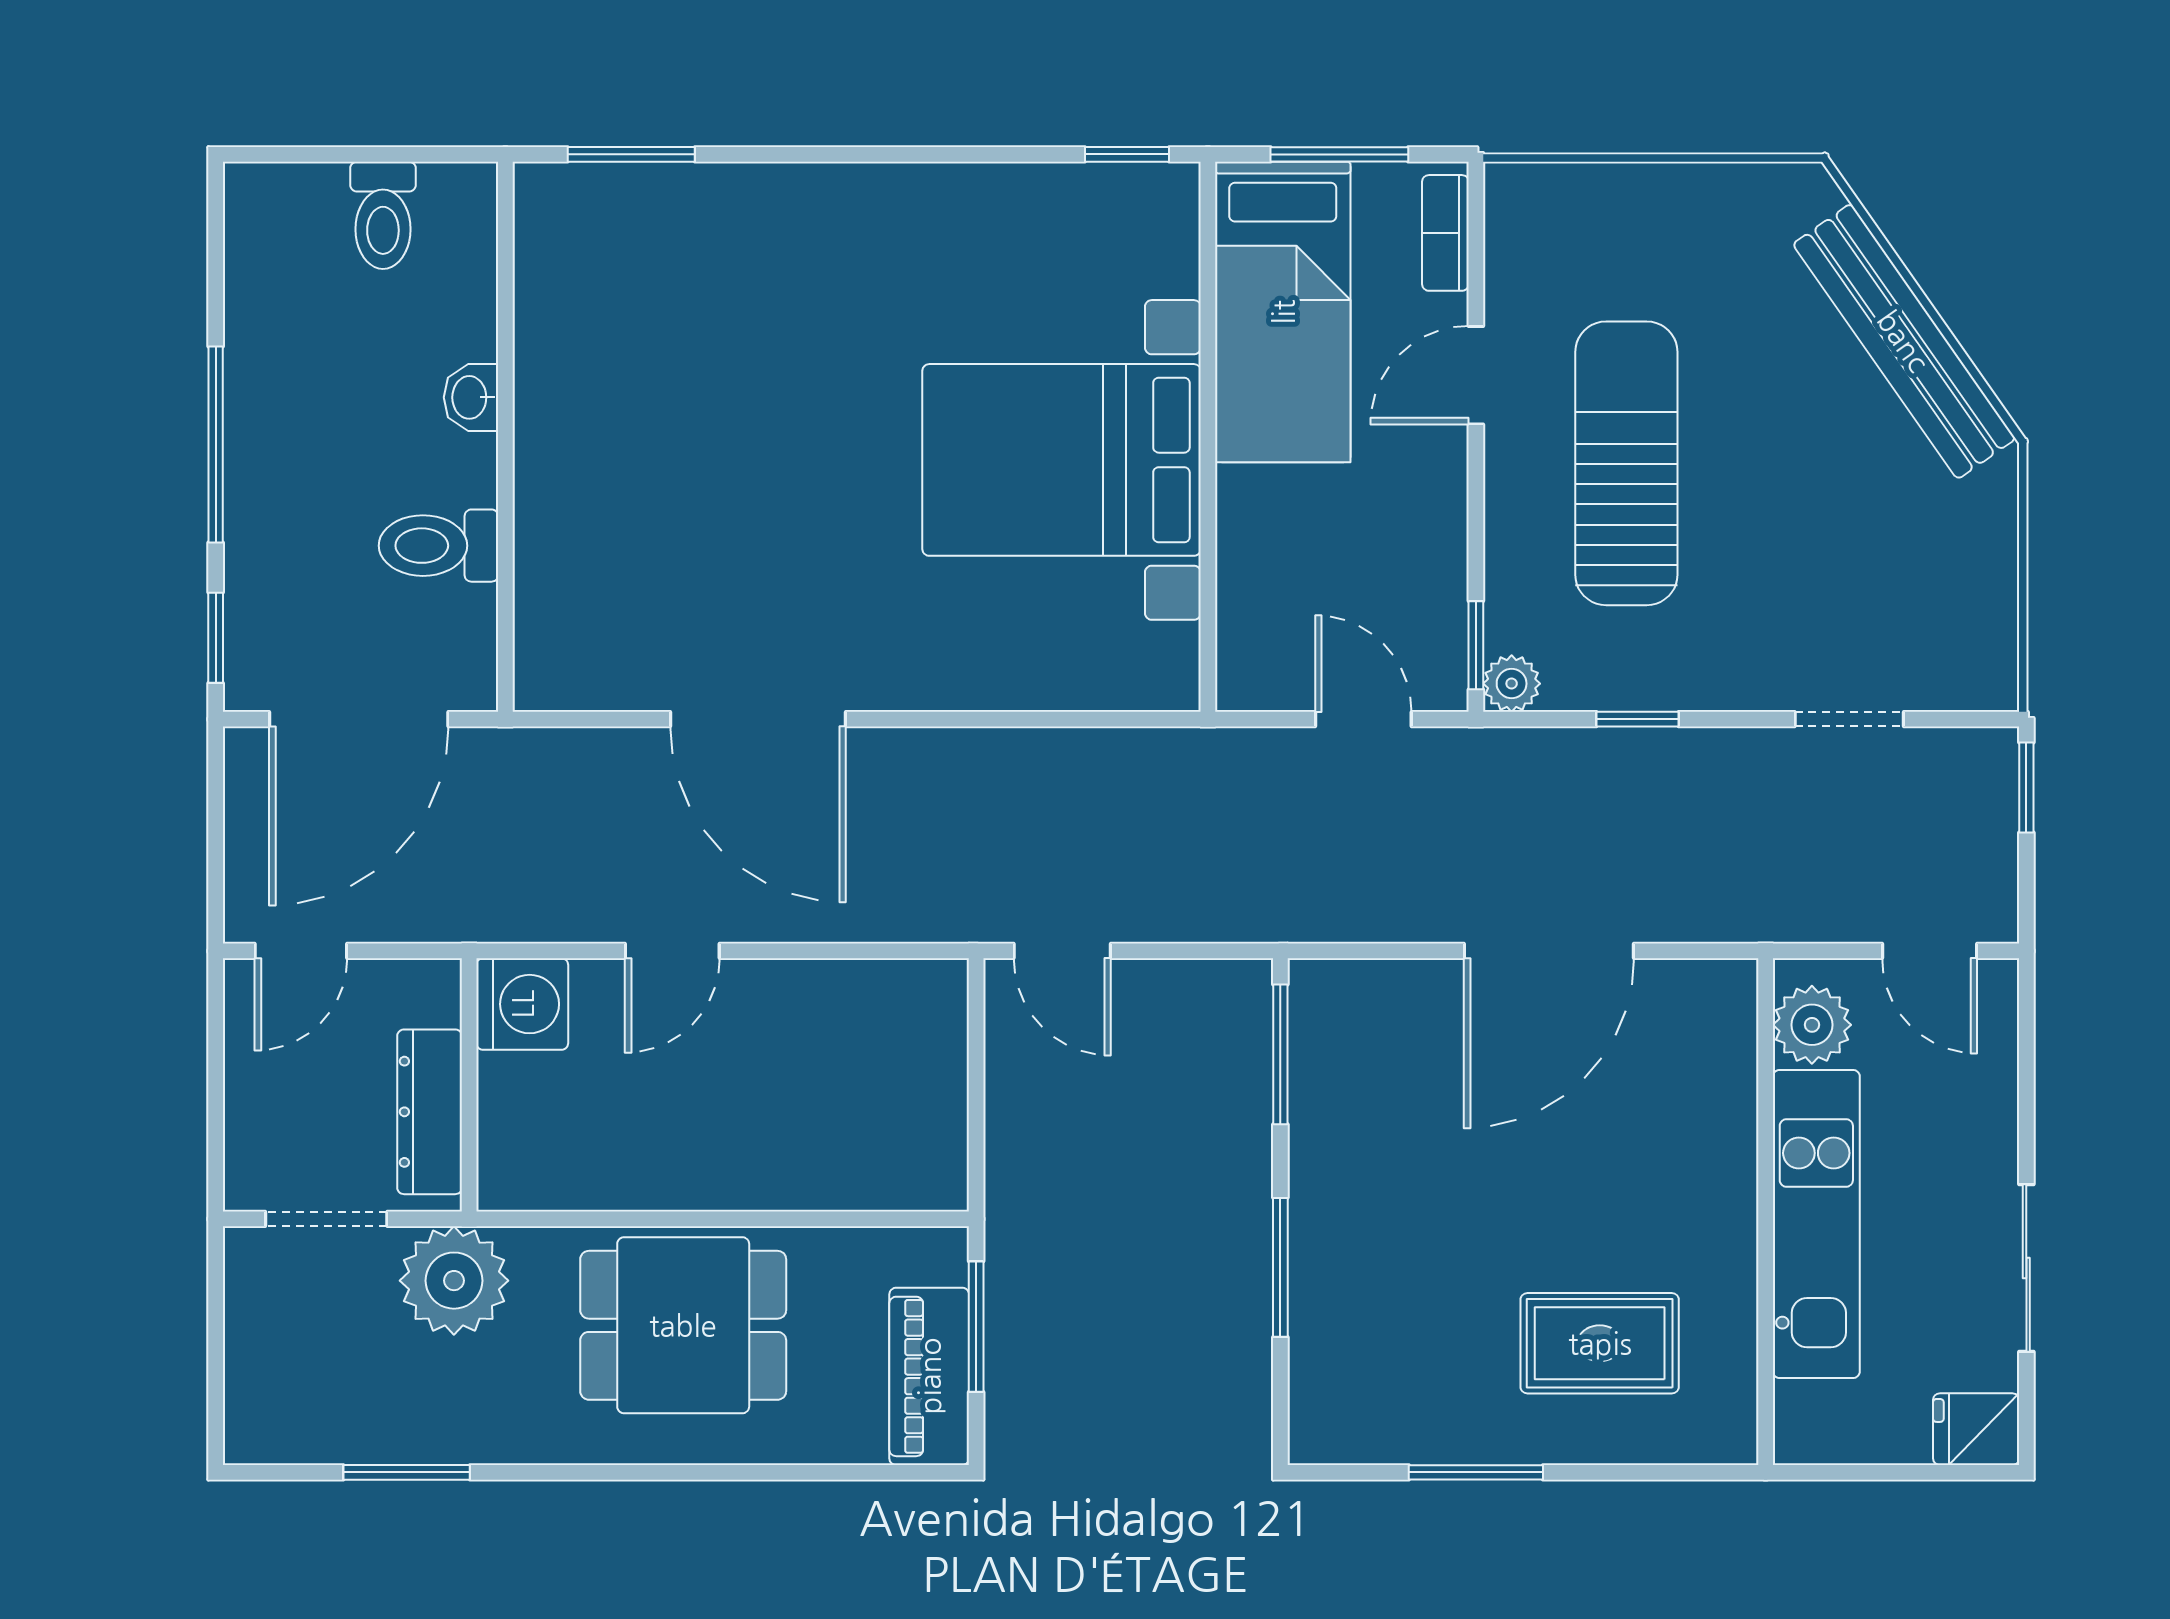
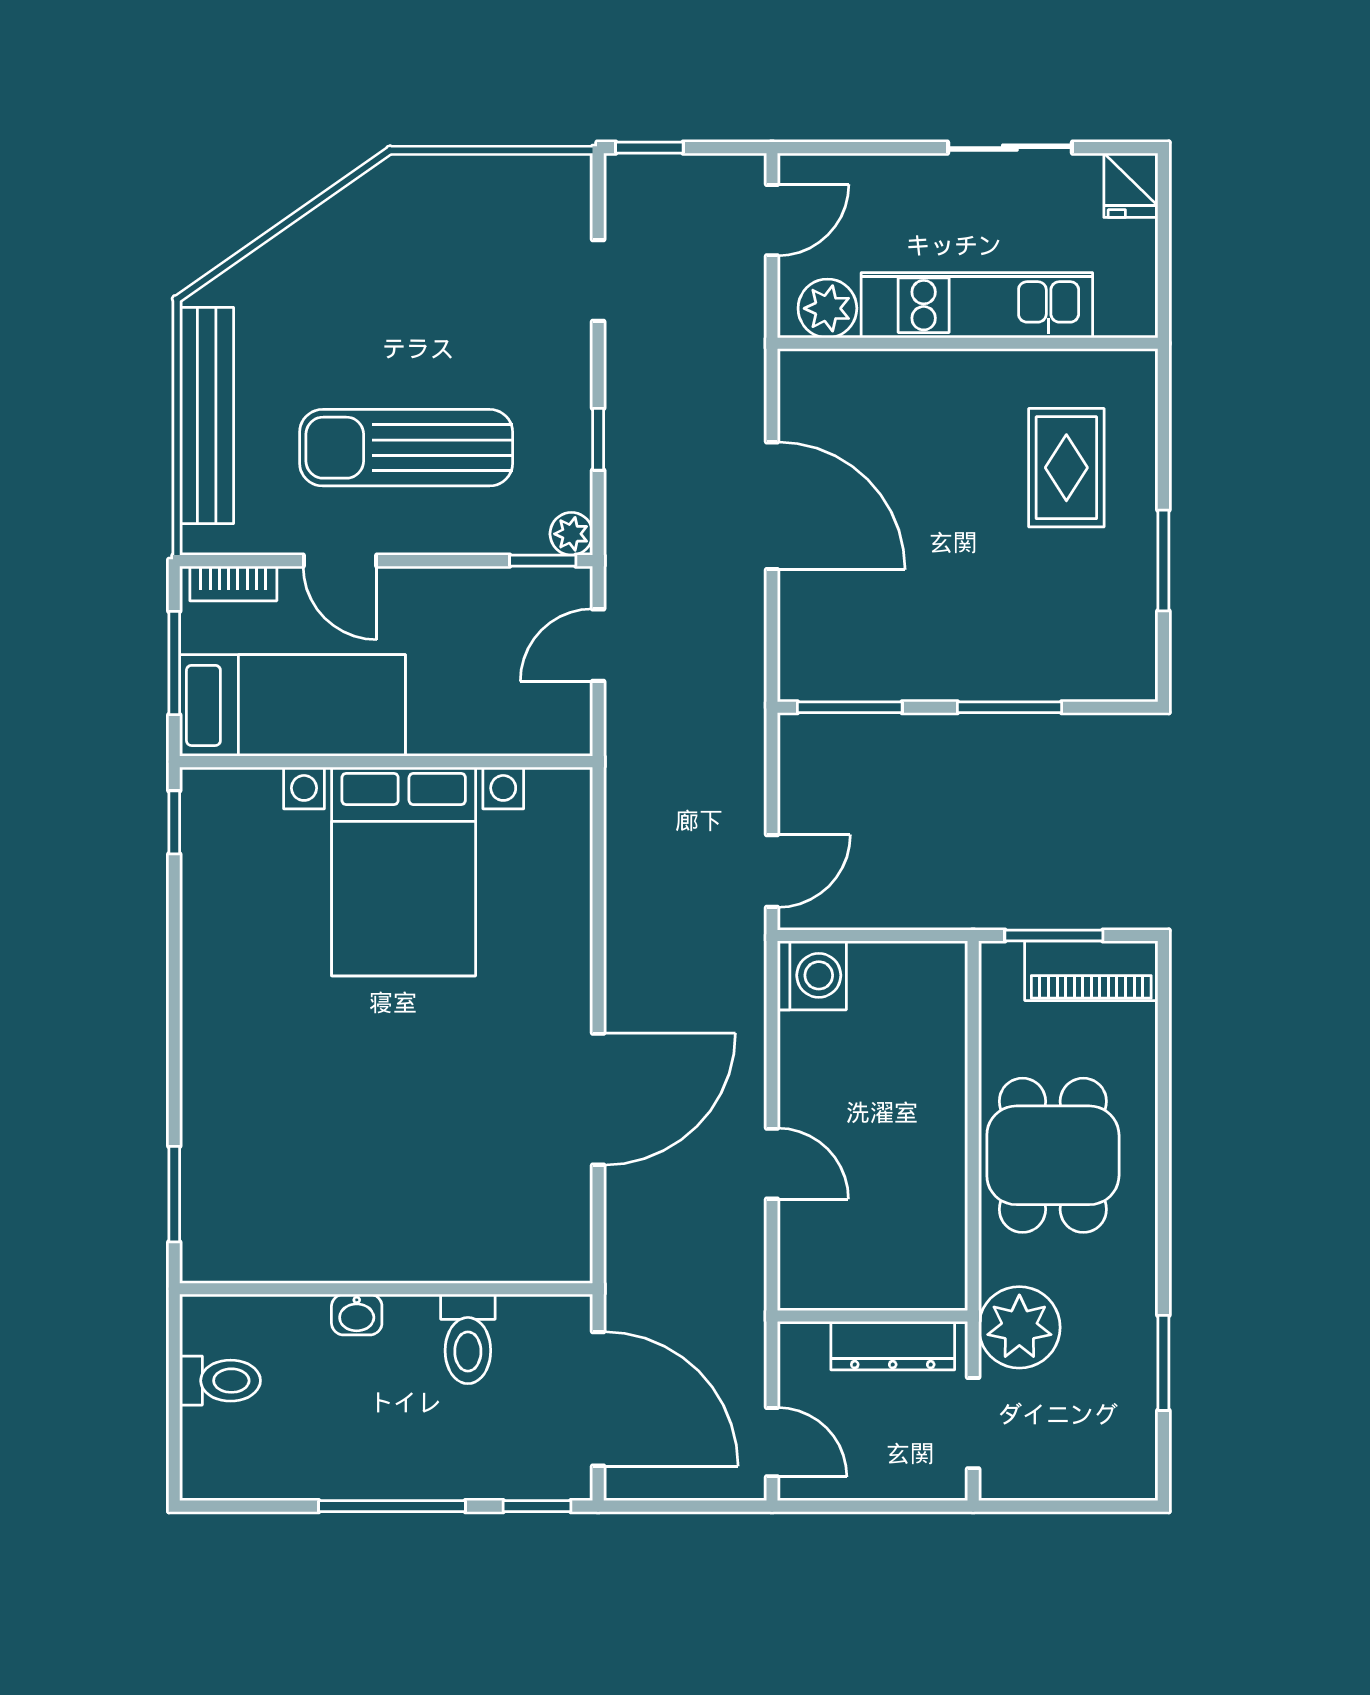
bench: (1904, 341) -> (207, 415), moved, turned -55
washing machine: (522, 1004) -> (812, 975), moved, turned 90

